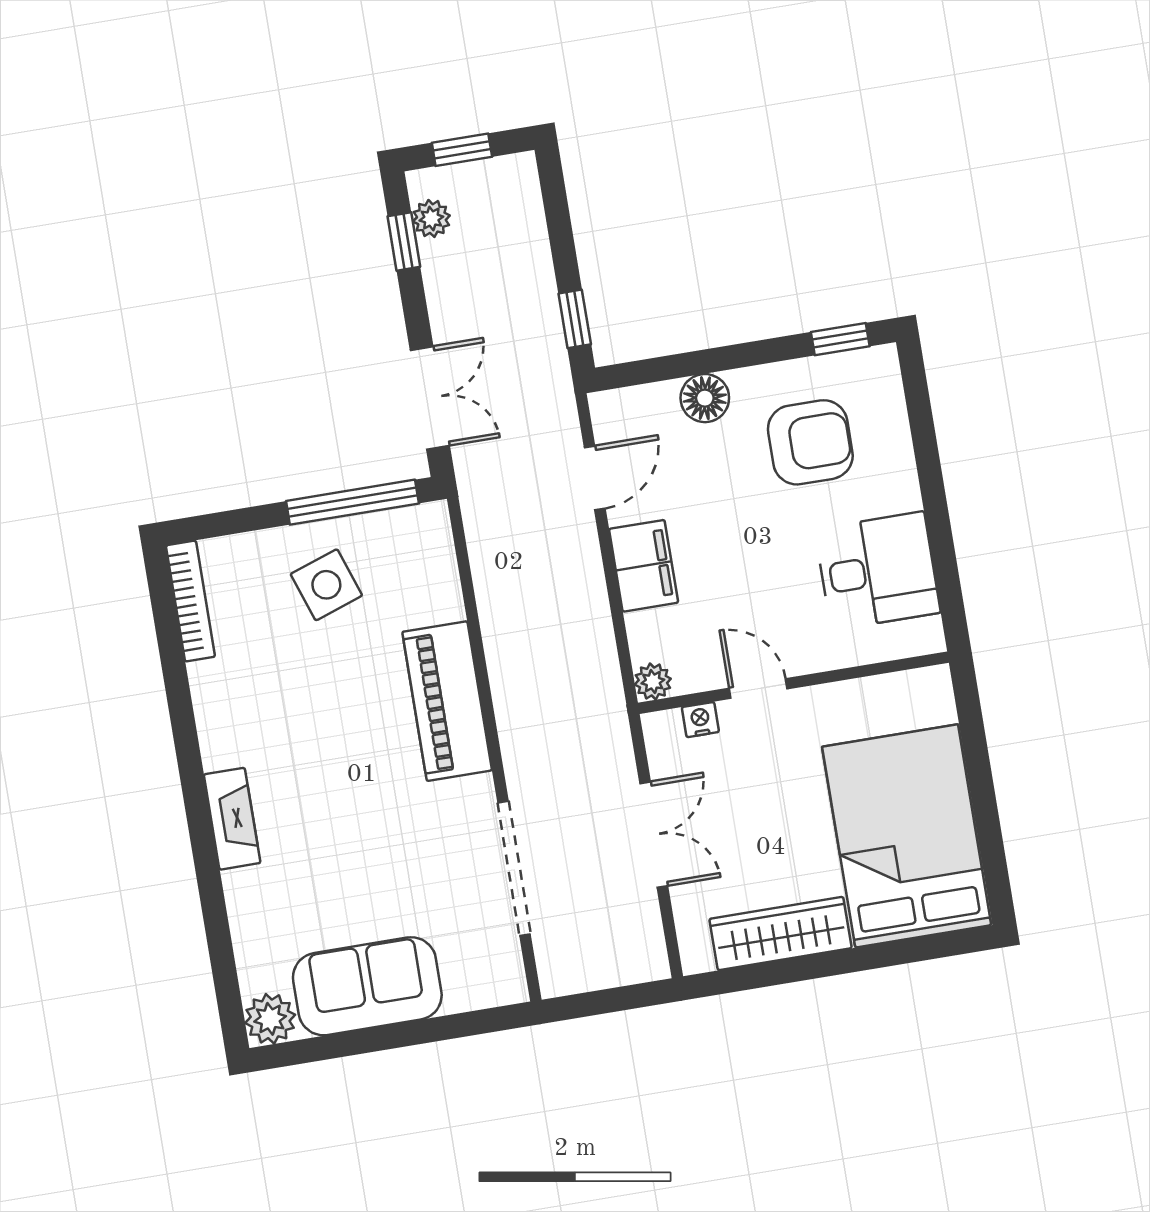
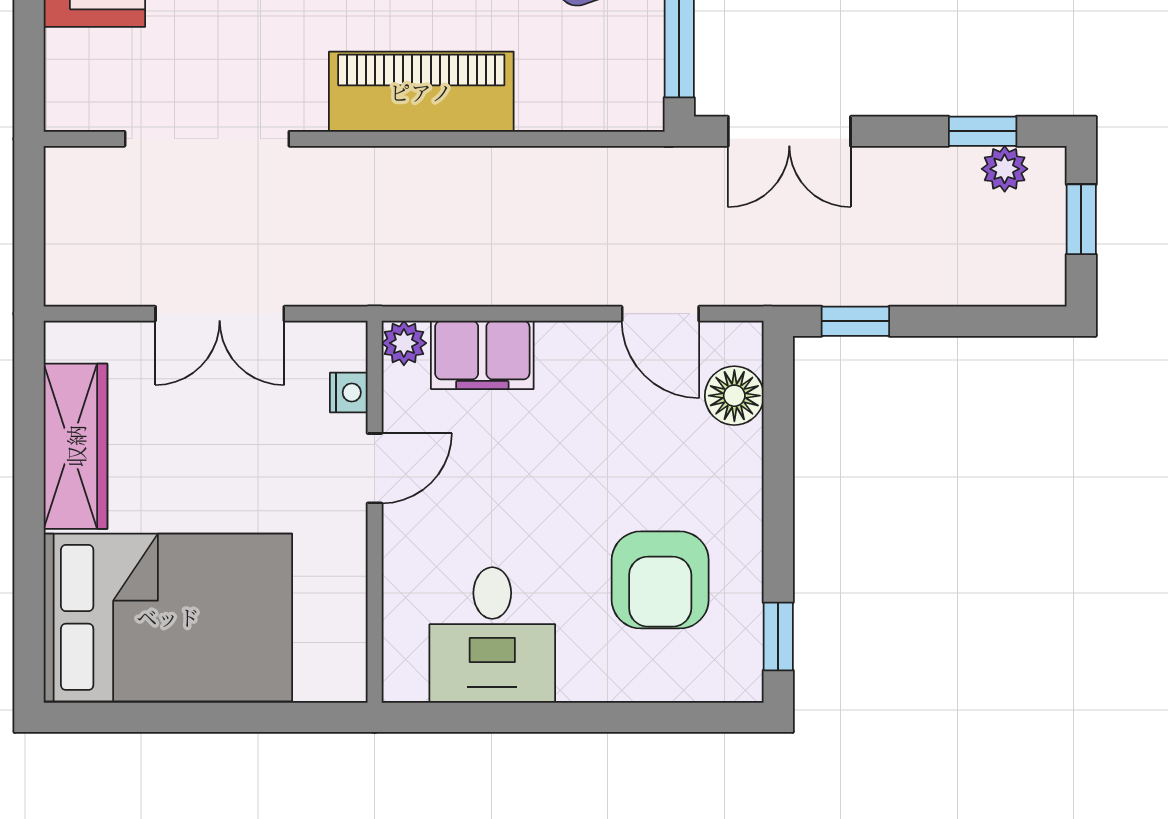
floor lamp: (705, 398) -> (734, 396), moved
filing cabinet: (644, 566) -> (482, 355), moved

